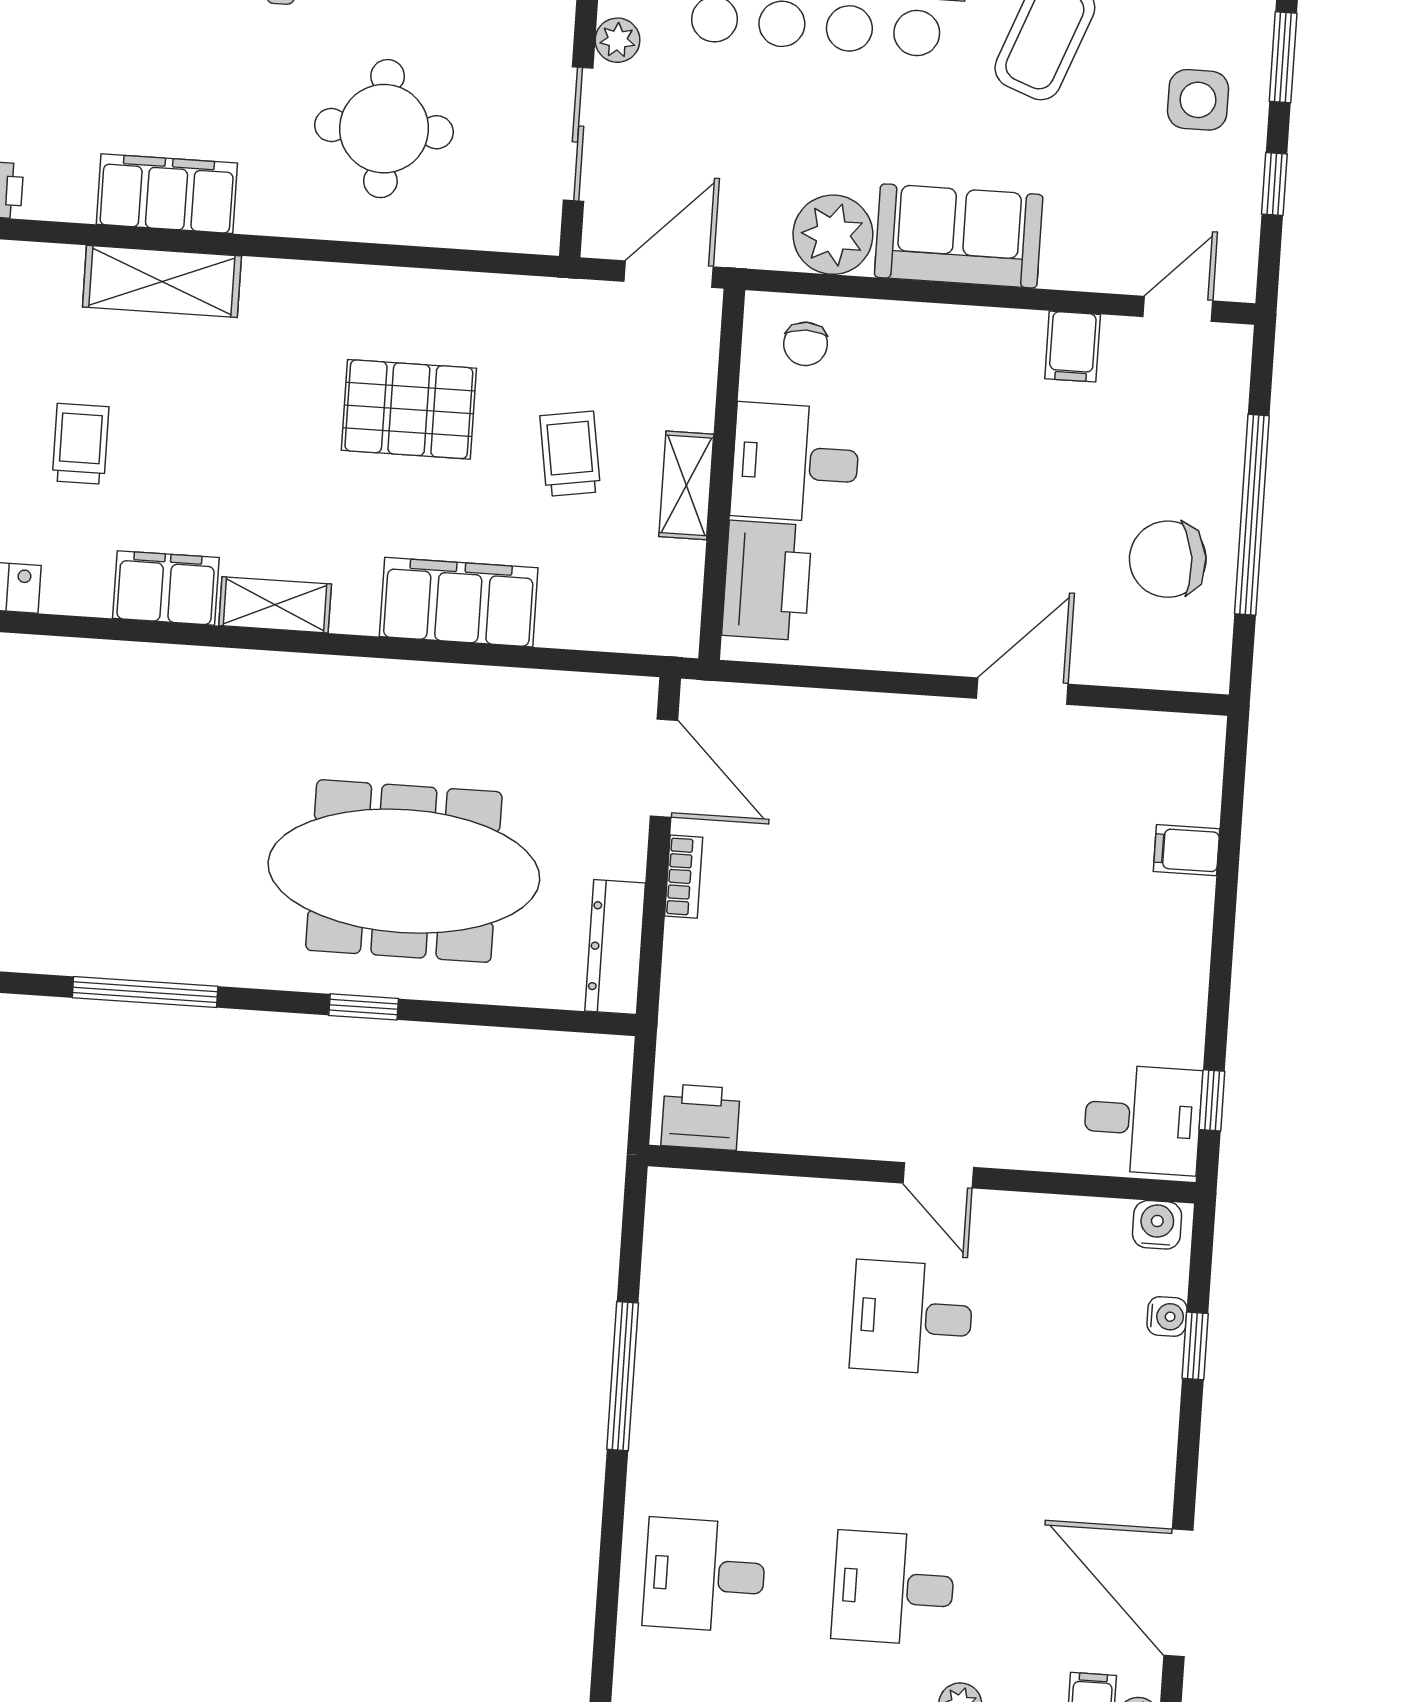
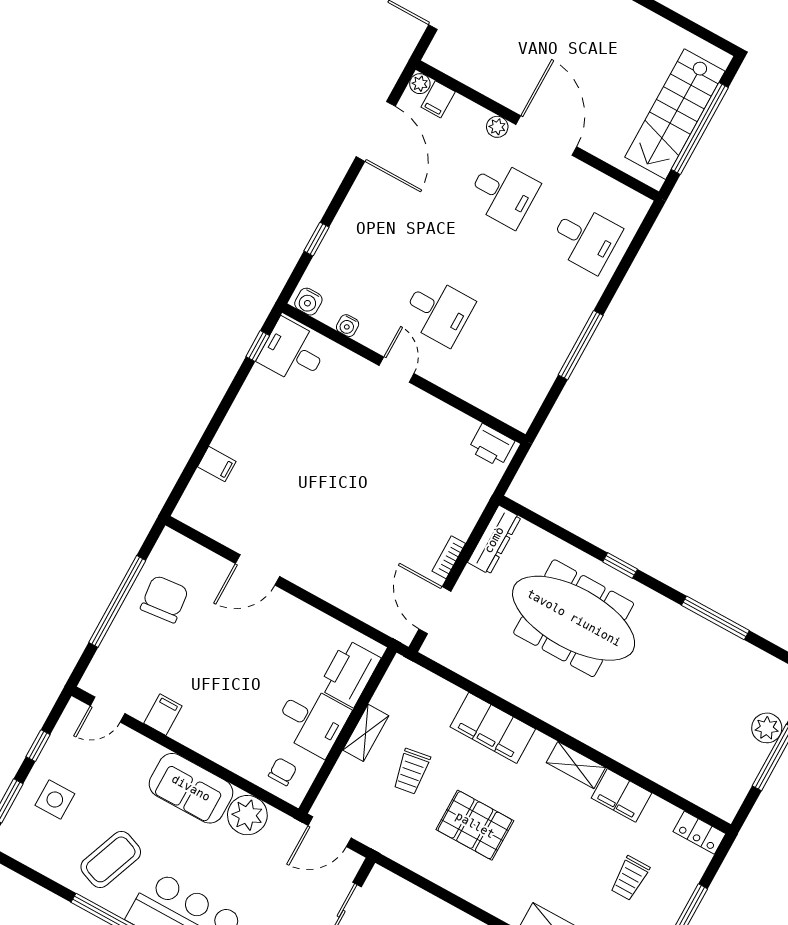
chair: (1168, 559) -> (164, 599), turned -89
water cooler: (1167, 1317) -> (348, 326), moved, turned -90

